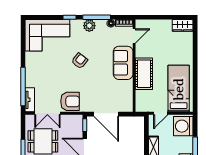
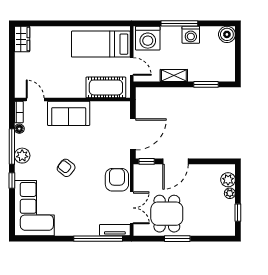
cot: (144, 74) -> (106, 87), moved

